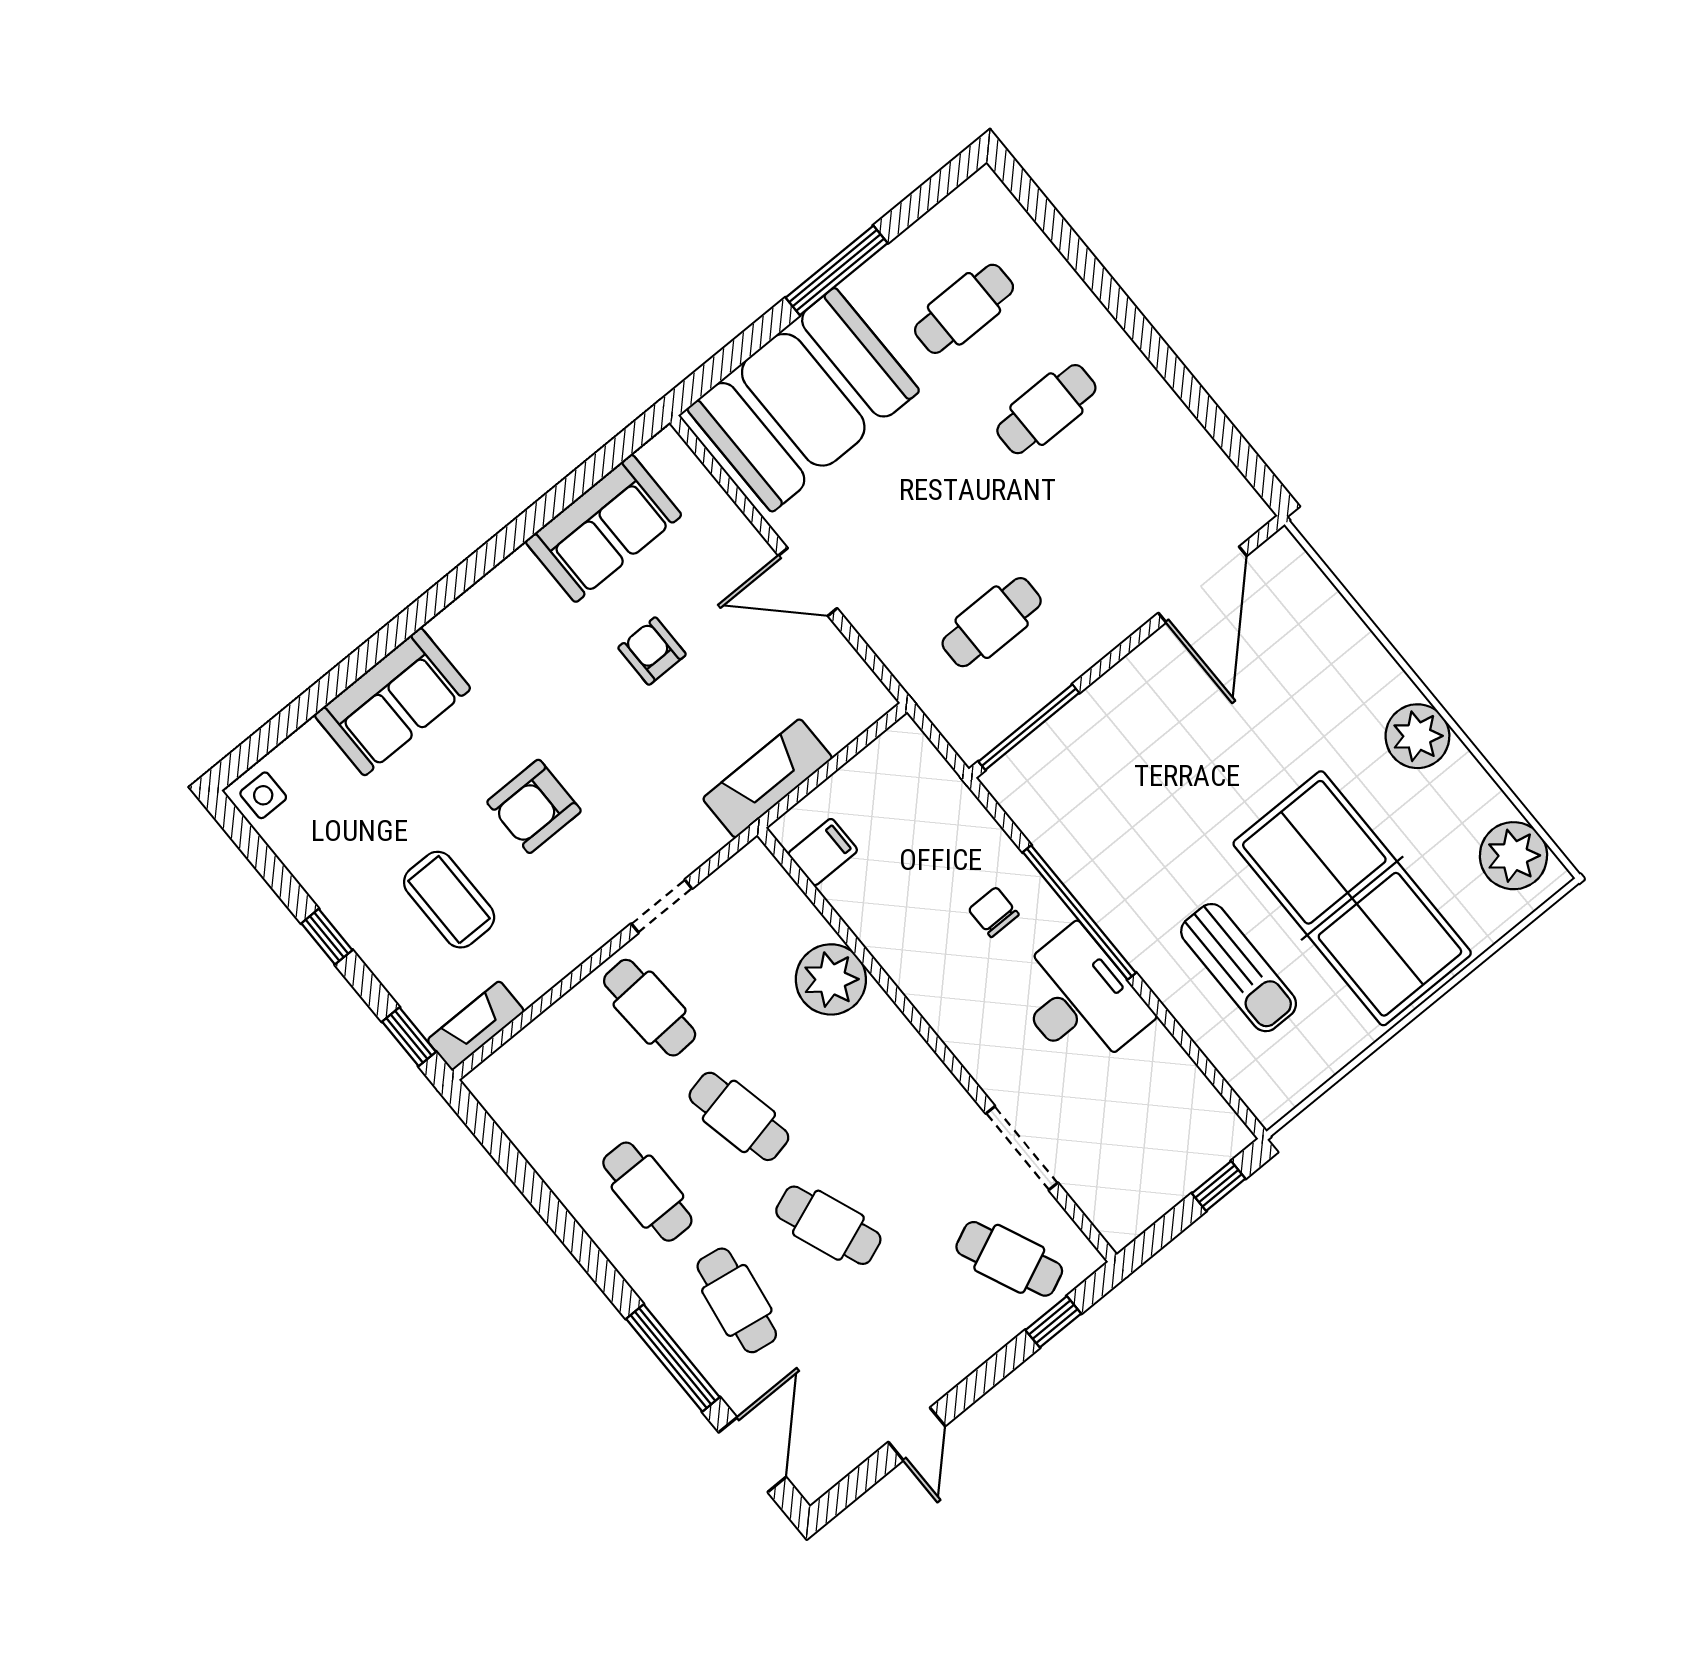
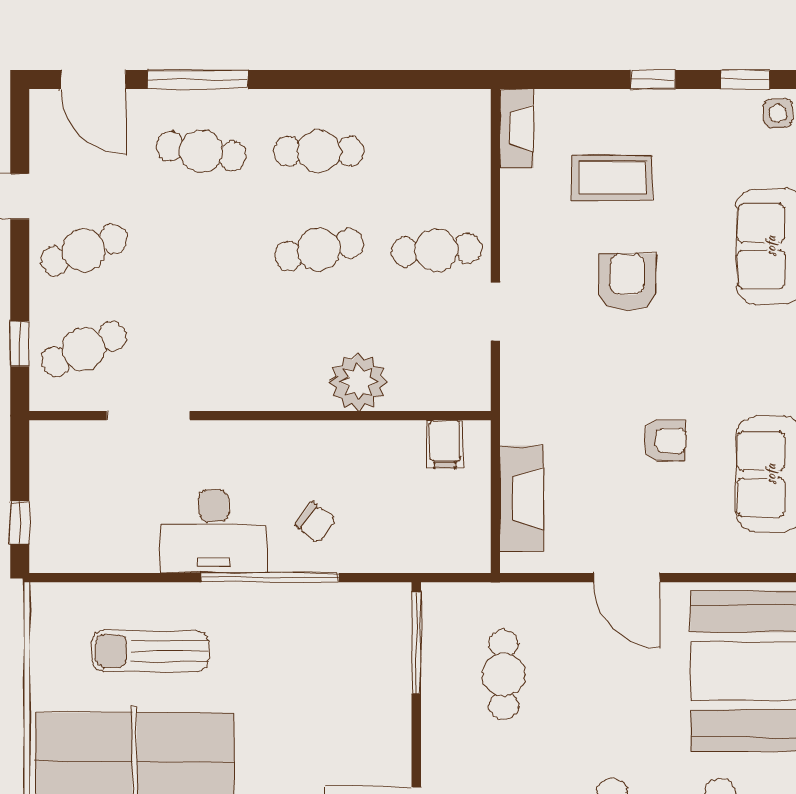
door: (808, 582) -> (627, 578), swing flipped
fireplace: (768, 778) -> (522, 499), moved
chair: (994, 912) -> (316, 523), turned 37
window: (409, 1037) -> (745, 79), moved
cafe table: (828, 1225) -> (84, 250), moved

